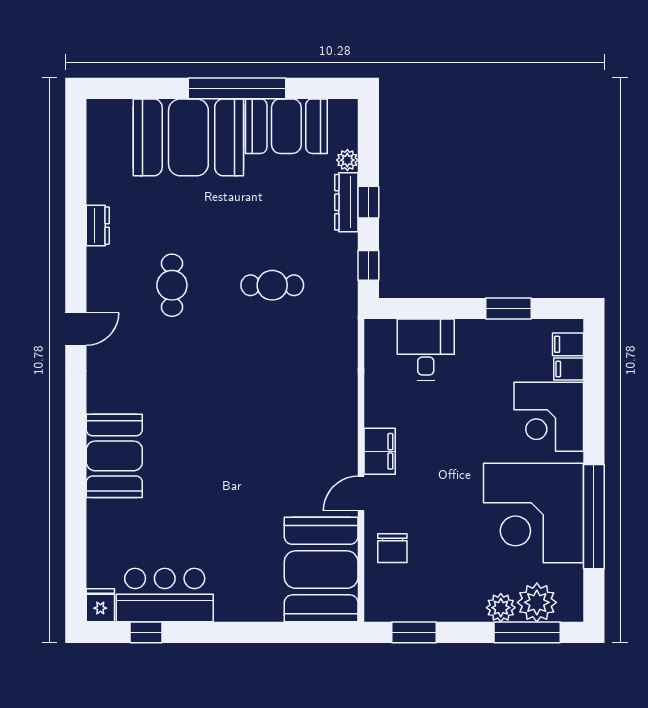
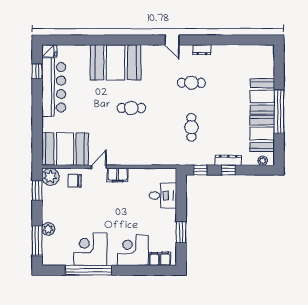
booth: (188, 137) -> (262, 97), width x0.73, depth x0.70
plant: (347, 160) -> (263, 161), moved
dresser: (98, 226) -> (202, 50), moved
cafe table: (229, 420) -> (131, 108), added
booth: (114, 456) -> (116, 62), width x1.36, depth x1.42
door: (361, 494) -> (99, 167), hinge flipped
corner desk: (533, 513) -> (90, 249), width x0.74, depth x0.74
bar counter: (165, 595) -> (54, 87), width x1.36
plant: (537, 602) -> (50, 177), moved

